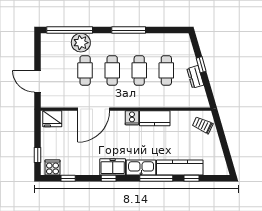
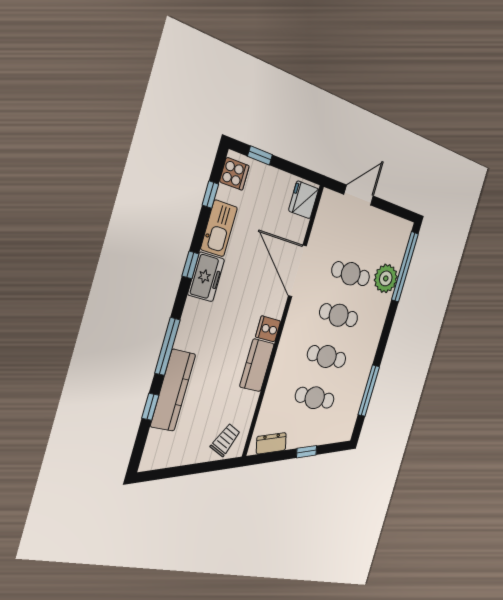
window: (129, 30) -> (369, 391), moved
dresser: (195, 77) -> (271, 443), moved
kitchen sink: (141, 168) -> (219, 228), moved

